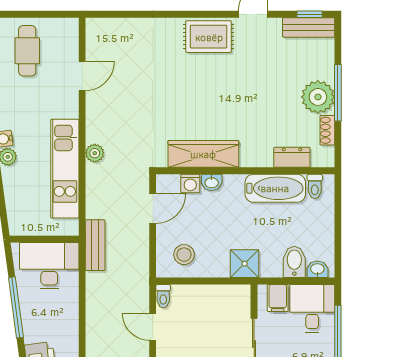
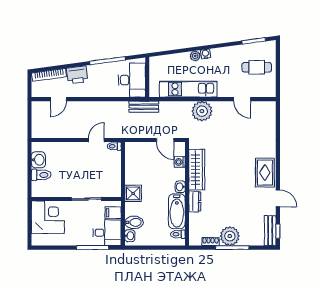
plant: (95, 153) -> (202, 111), width x1.88, depth x1.88
dresser: (292, 157) -> (195, 201), moved
washbasin: (212, 182) -> (180, 187), moved
stool: (184, 255) -> (138, 158), removed

